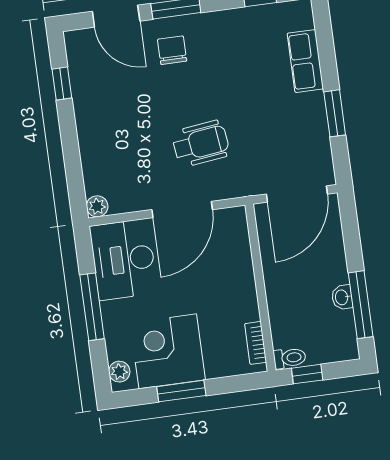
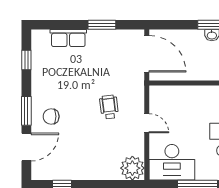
wheelchair: (201, 144) -> (109, 107), width x0.73, depth x0.73
plant: (97, 206) -> (132, 168), width x1.87, depth x1.87
door: (182, 210) -> (147, 123), width x0.53

